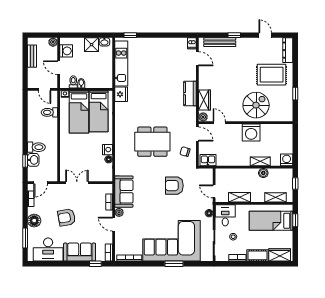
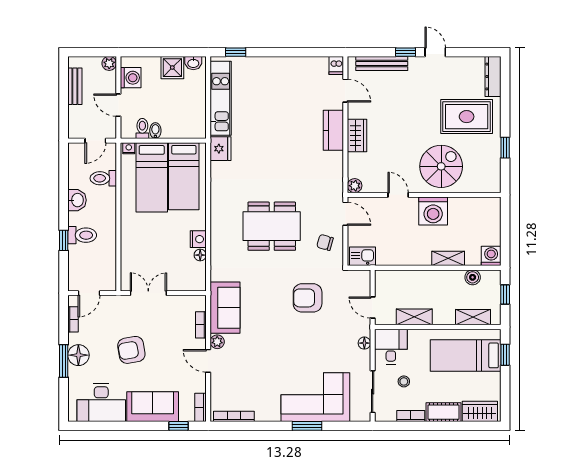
door: (265, 35) -> (435, 52), moved
door: (45, 89) -> (95, 141), hinge flipped
kitchen counter: (190, 94) -> (333, 130), moved
wardrobe: (205, 100) -> (357, 135), moved
door: (219, 123) -> (398, 195), moved
washbasin: (33, 160) -> (77, 200), moved
window: (25, 161) -> (64, 240), moved
boiler: (263, 173) -> (473, 277), moved
window: (25, 238) -> (64, 361), moved
corner sofa: (171, 241) -> (315, 397), width x0.73, depth x0.74

